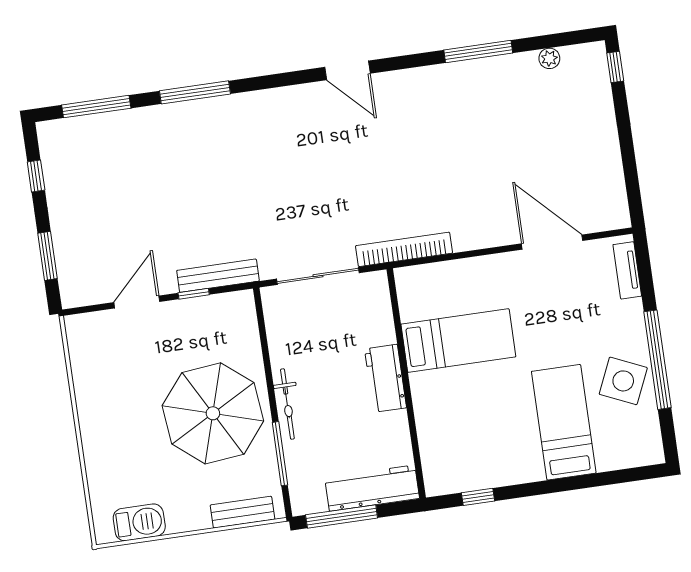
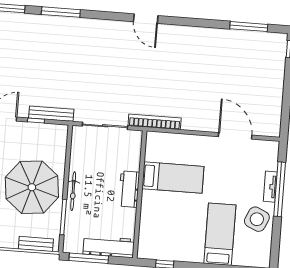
window: (478, 51) -> (249, 27), moved
plant: (549, 58) -> (256, 37), removed
tv unit: (627, 270) -> (270, 187), moved
window: (657, 360) -> (280, 189), moved

